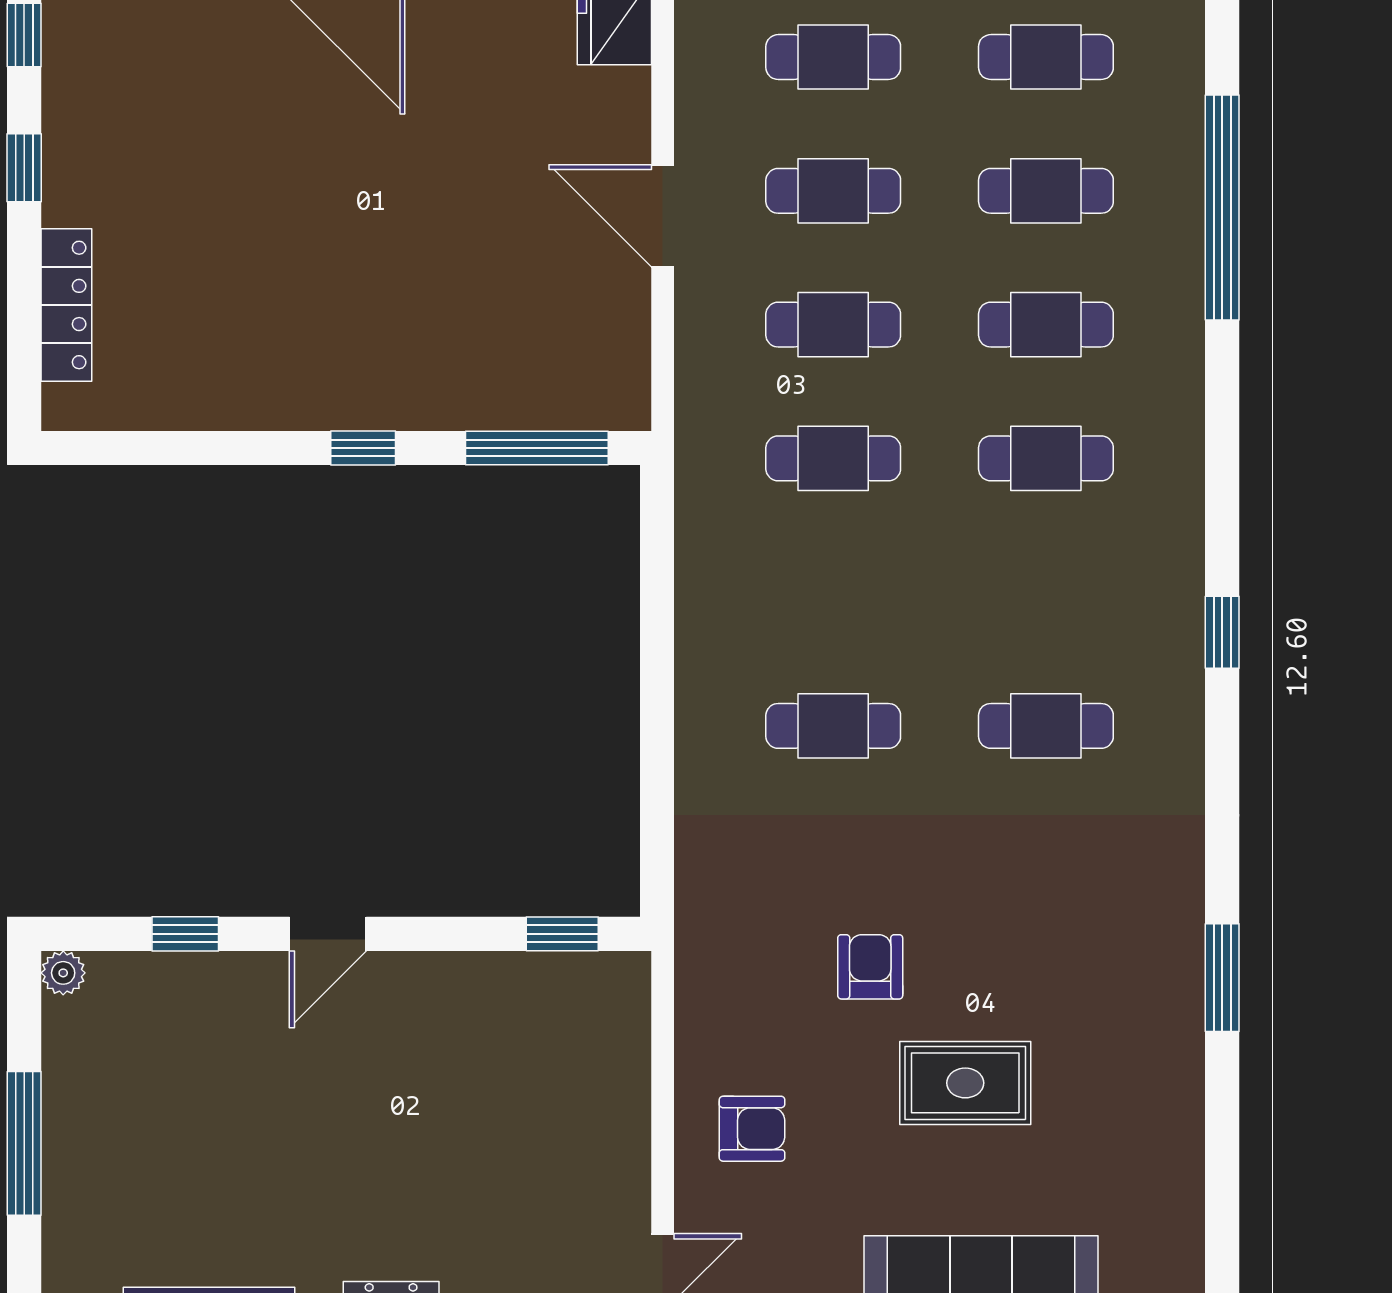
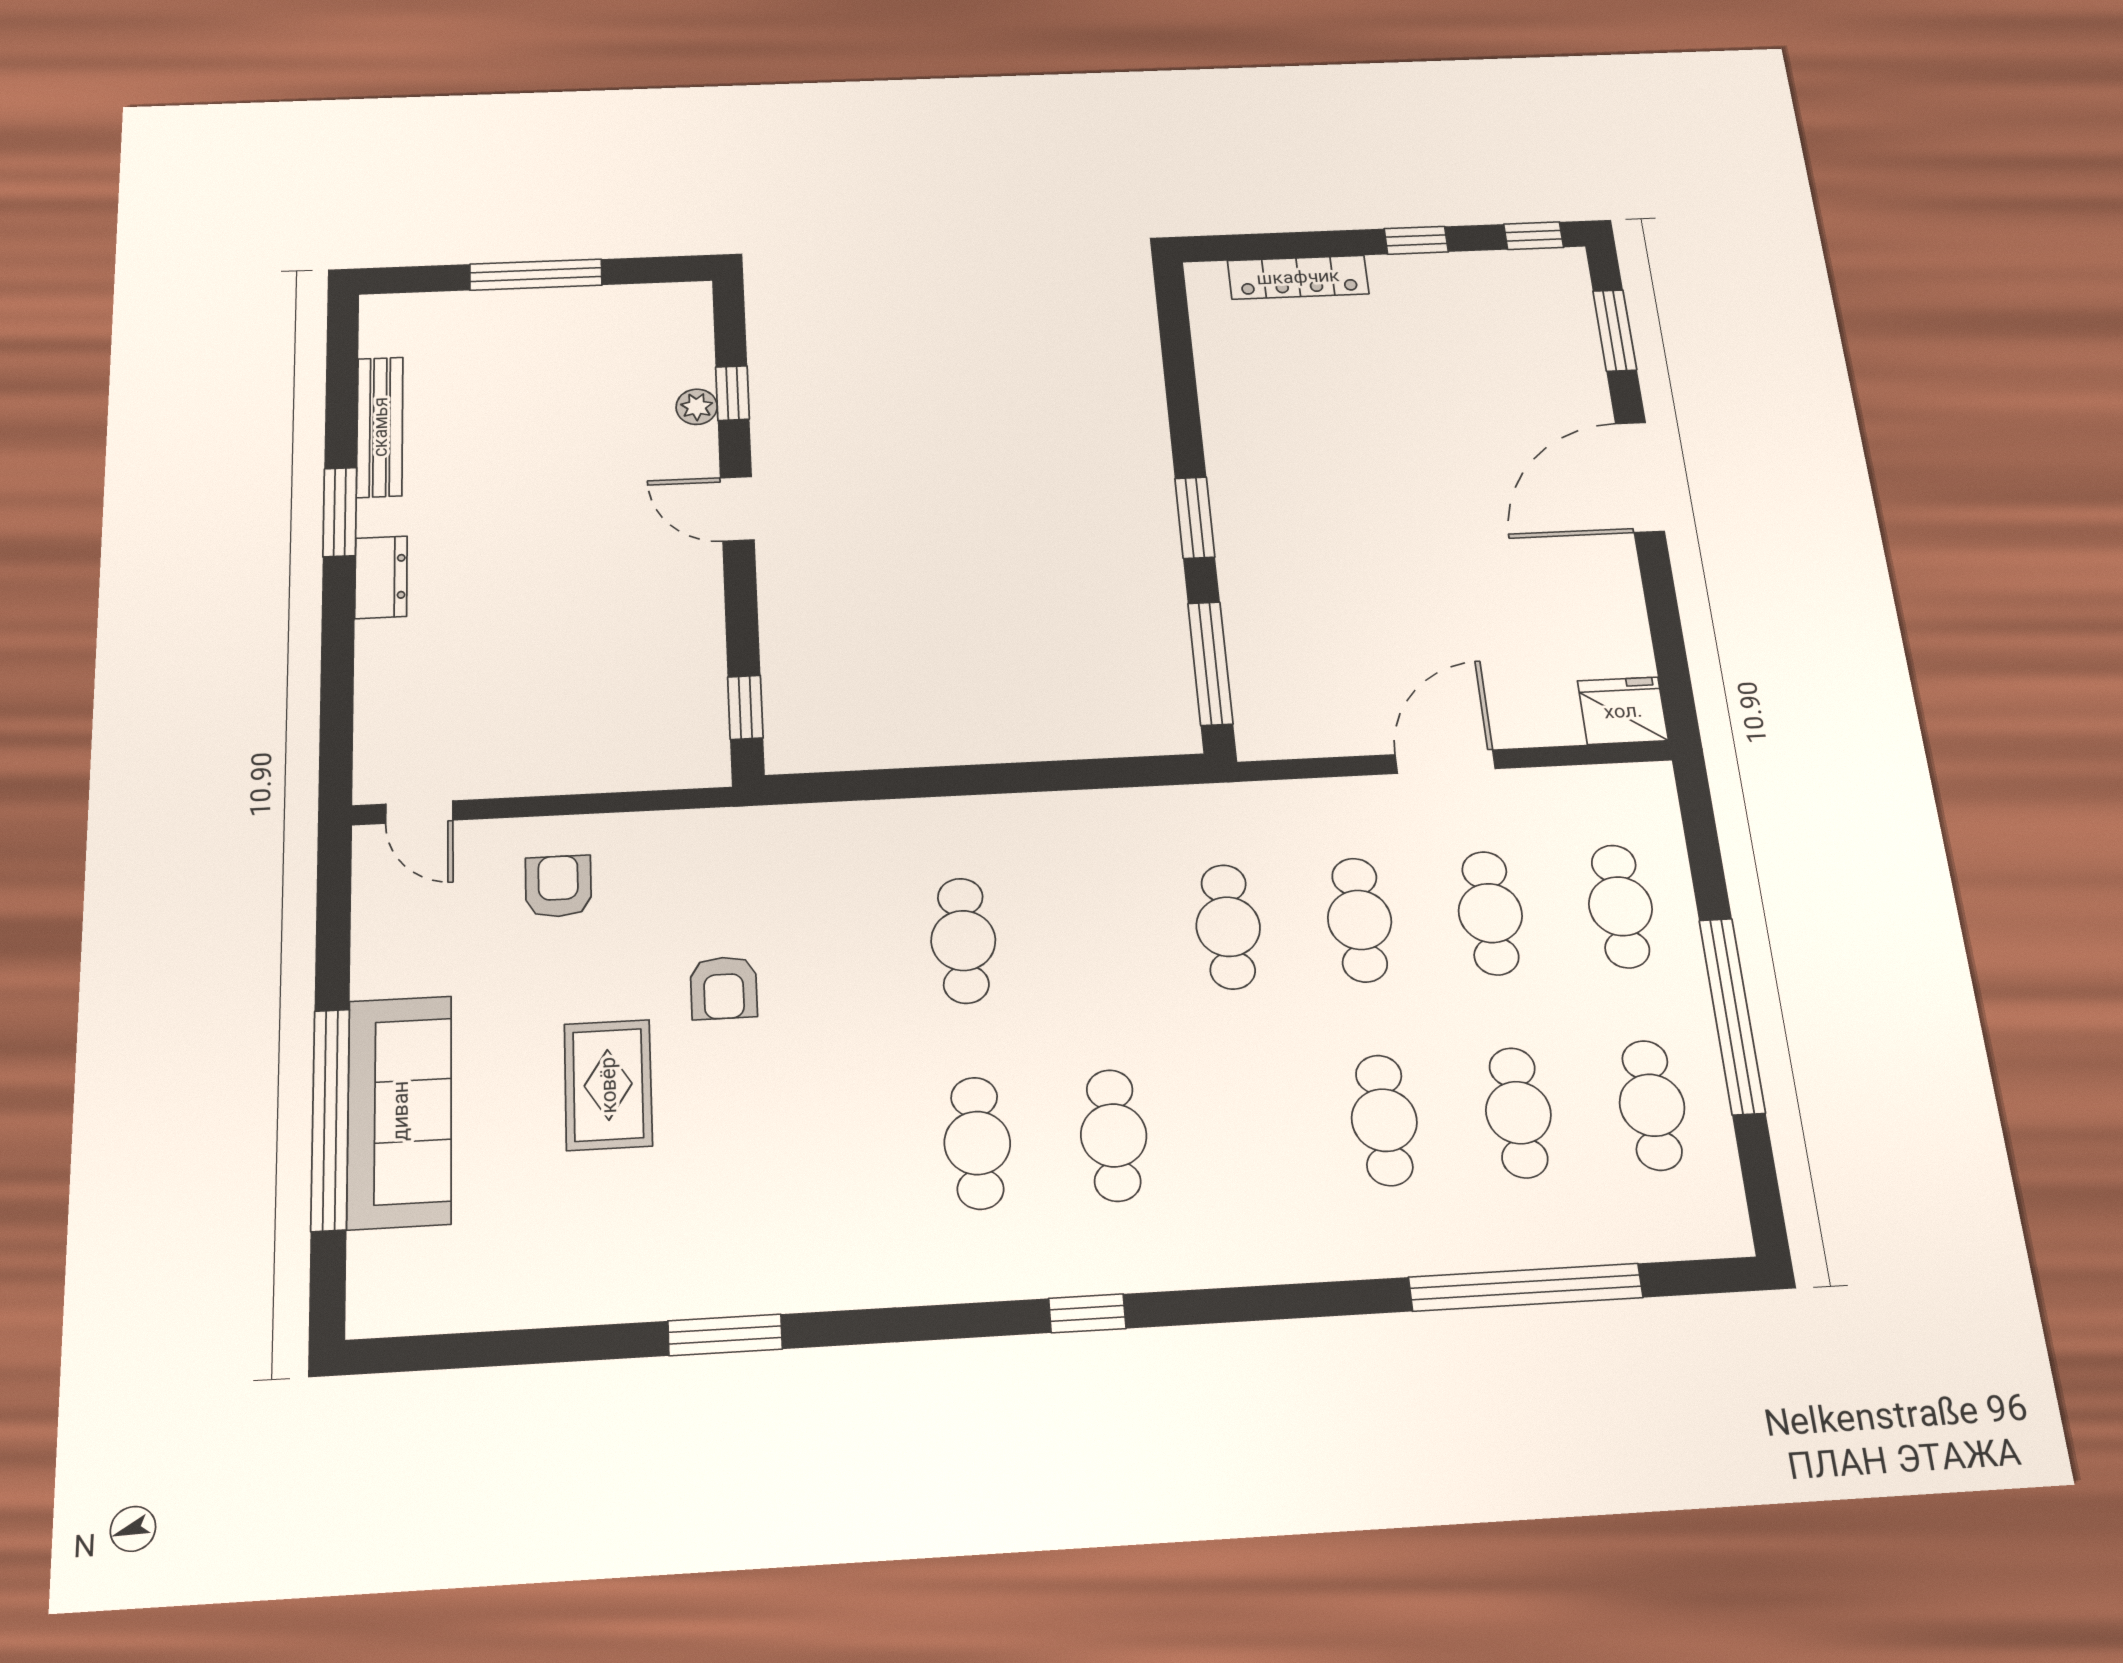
window: (363, 448) -> (1195, 518), width x1.50
cafe table: (1046, 458) -> (1114, 1135), moved
armchair: (870, 967) -> (724, 988), turned 90
plant: (63, 973) -> (697, 407), moved
armchair: (752, 1129) -> (558, 886), turned 180

